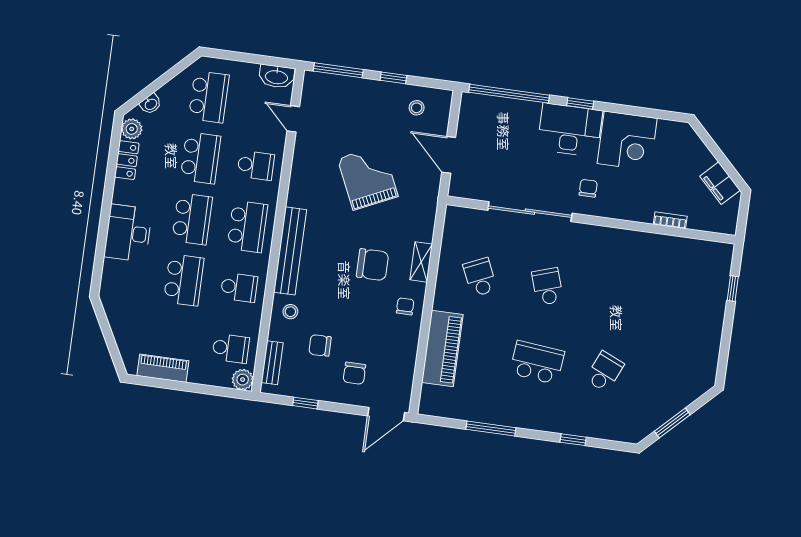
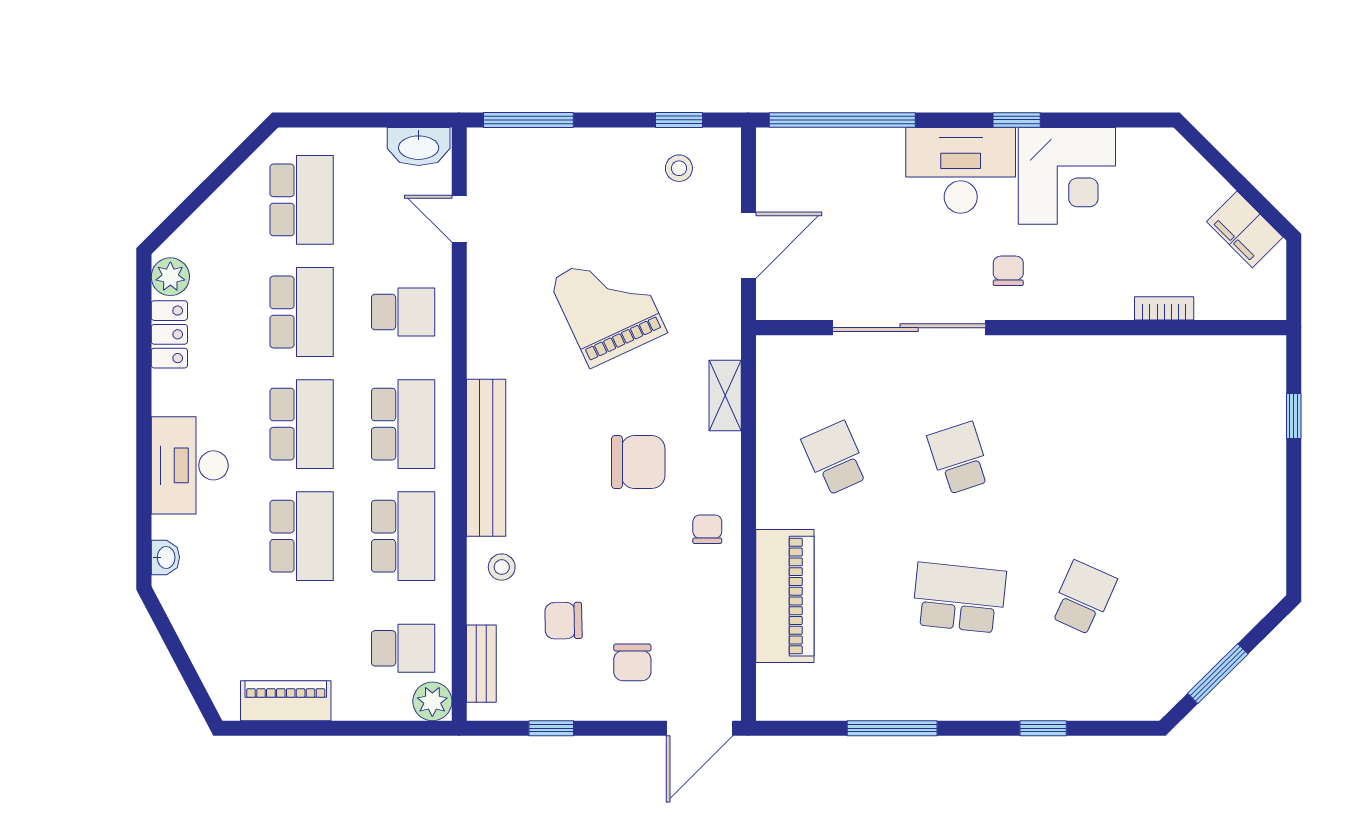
window: (393, 78) -> (679, 120), moved
window: (580, 103) -> (1017, 120), moved
washbasin: (151, 104) -> (165, 557), moved, turned -45
door: (449, 155) -> (748, 245), swing flipped
shelving: (421, 262) -> (725, 395), moved
school desk: (239, 287) -> (403, 536), width x1.85

